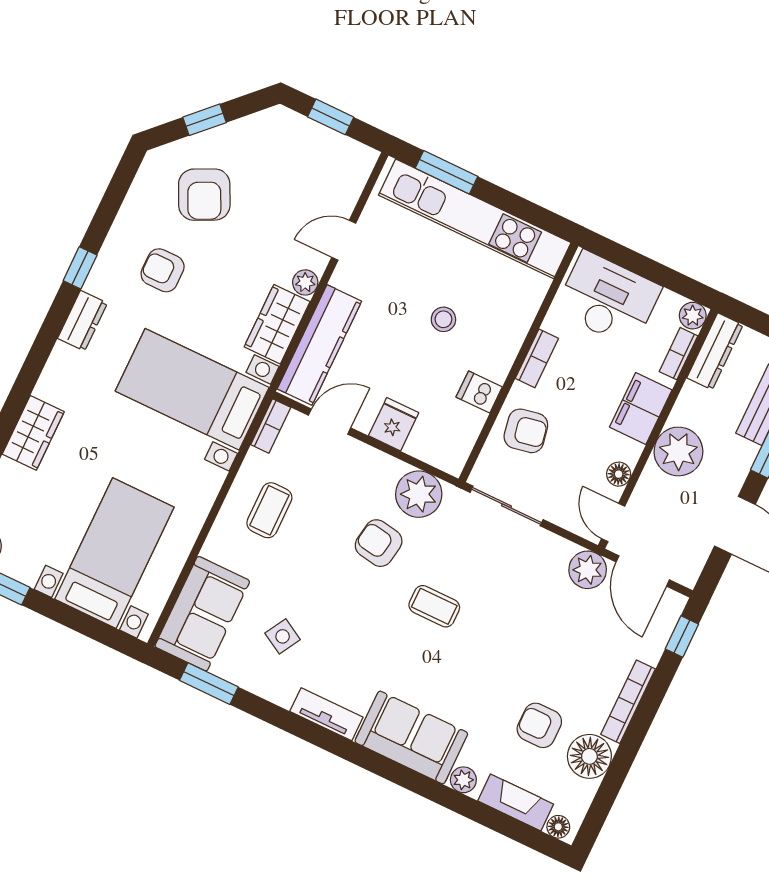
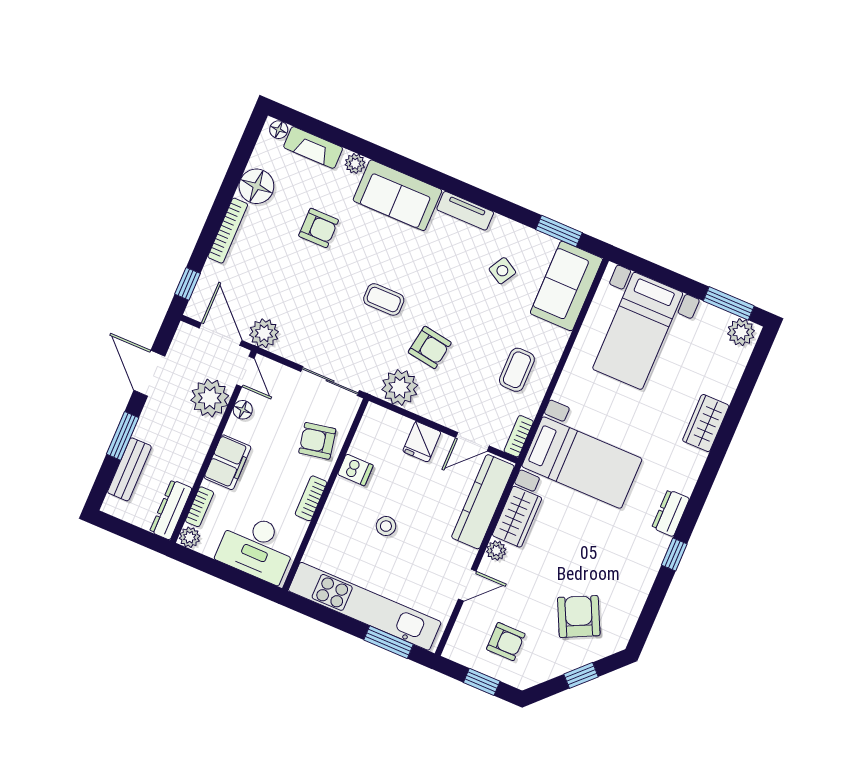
armchair: (163, 270) -> (506, 642), moved
plant: (678, 451) -> (210, 398), moved
armchair: (539, 725) -> (319, 228), moved

